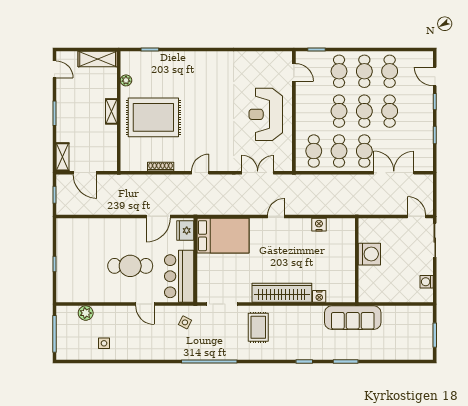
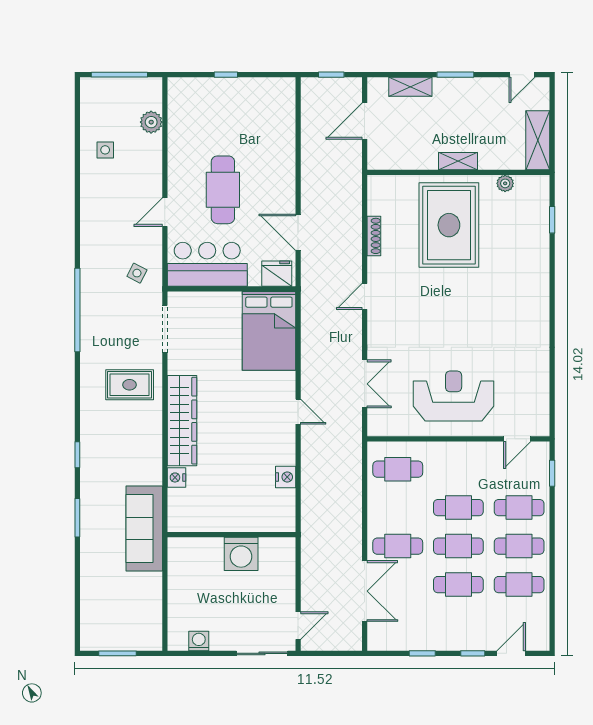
cafe table: (339, 151) -> (398, 508), removed
shelving: (62, 157) -> (410, 87), moved
door: (200, 173) -> (365, 296), swing flipped

